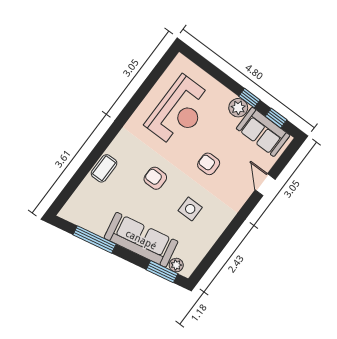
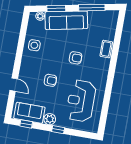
window: (249, 98) -> (58, 130), moved
side table: (190, 209) -> (34, 45), moved
window: (162, 272) -> (56, 8), moved

